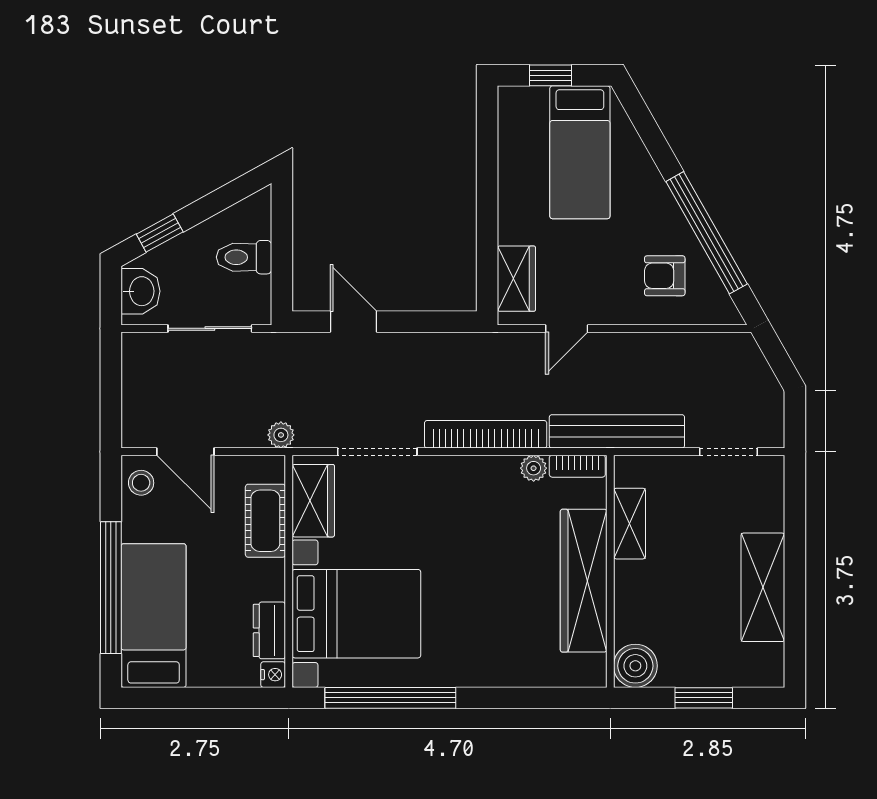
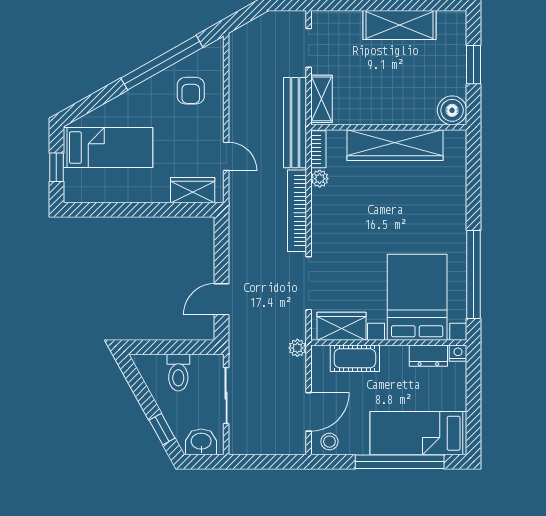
shelving: (630, 524) -> (322, 99), moved, turned 90

